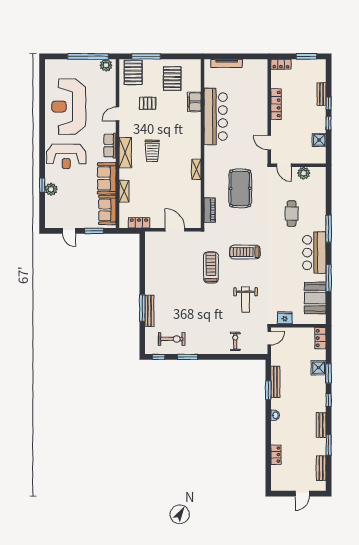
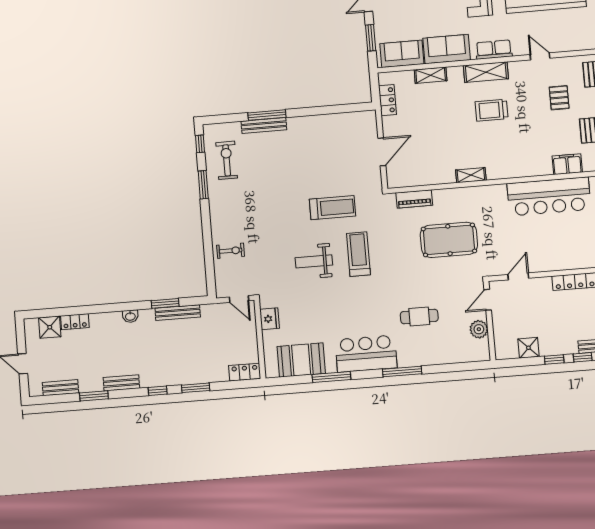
weight bench: (246, 300) -> (314, 261), moved
exercise bike: (172, 339) -> (227, 160), turned 180
shower: (319, 368) -> (50, 327), moved

